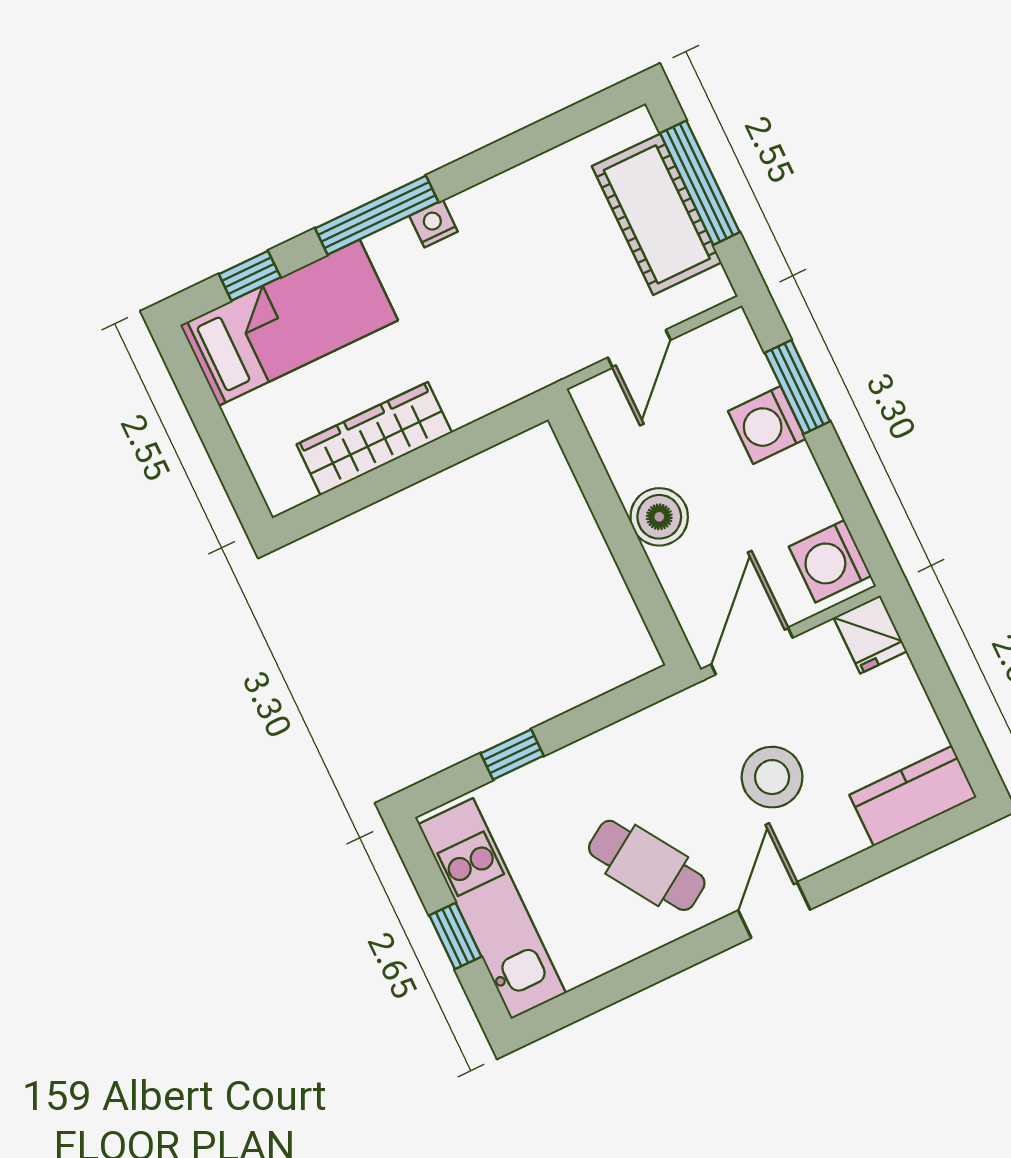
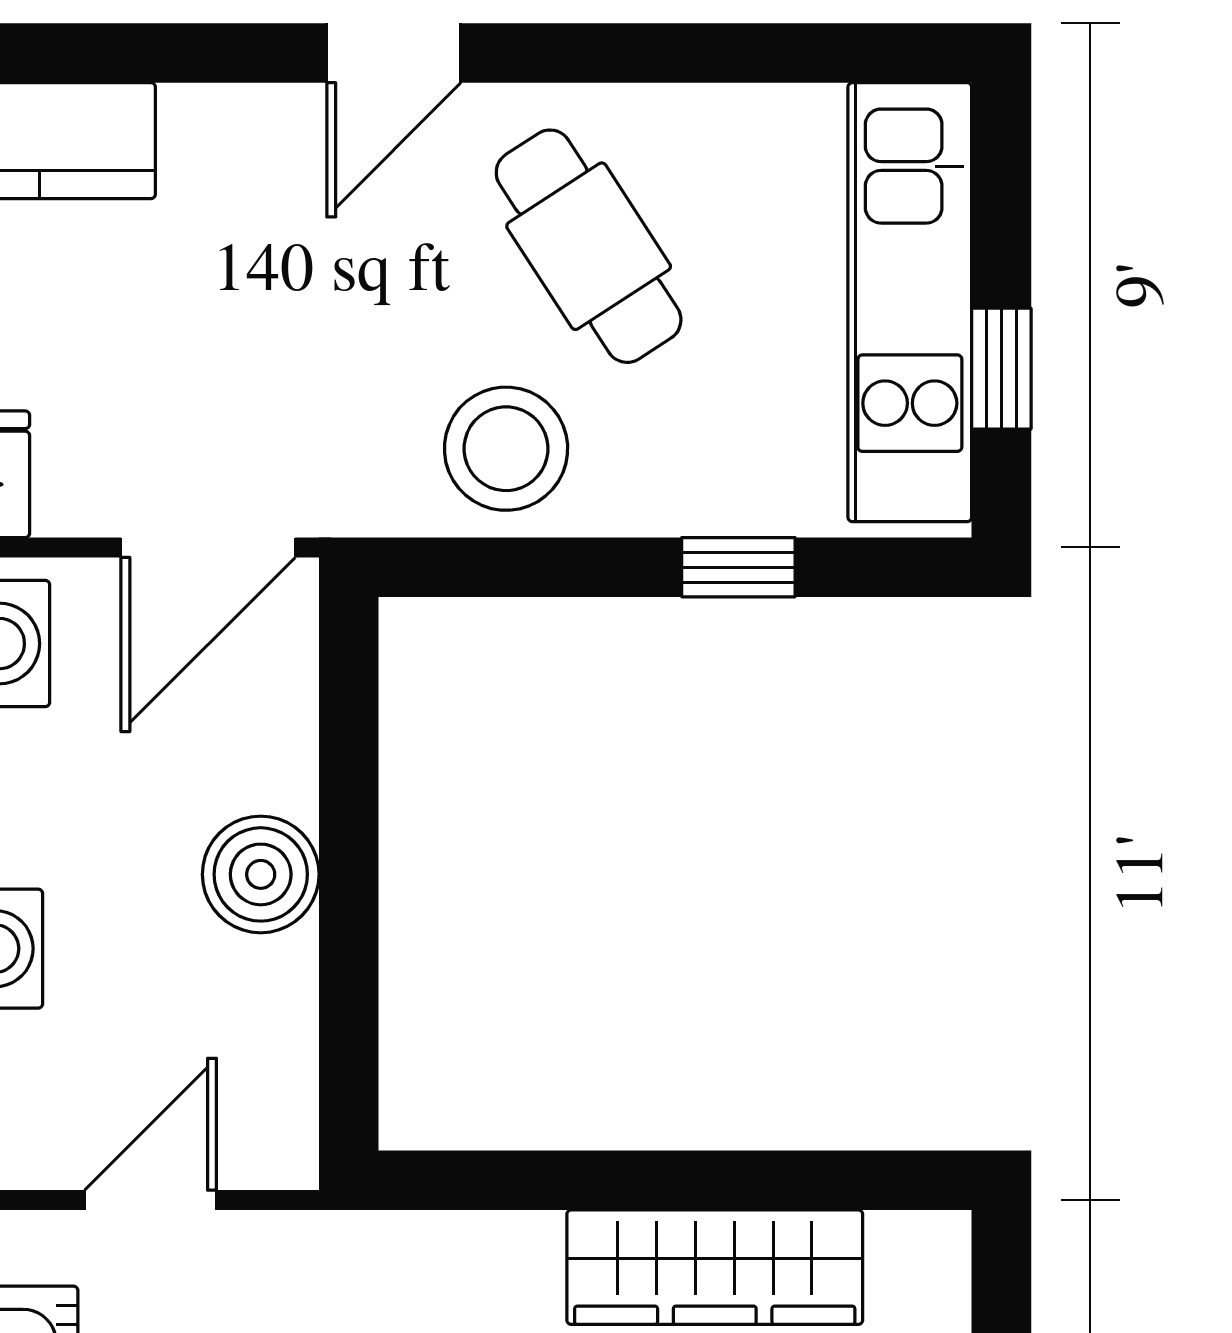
stool: (772, 777) -> (506, 449), moved
window: (455, 936) -> (1001, 369), moved

